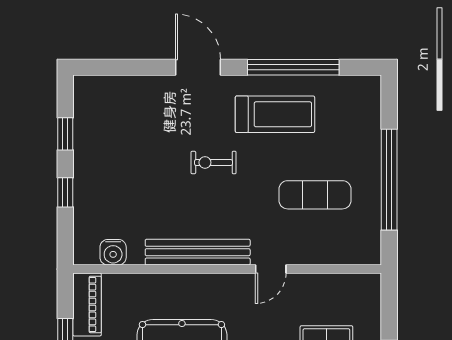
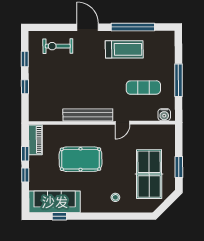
exercise bike: (213, 162) -> (58, 46), moved, width x1.38, depth x1.39
window: (389, 180) -> (179, 80), width x0.68
water cooler: (113, 252) -> (164, 115), moved

